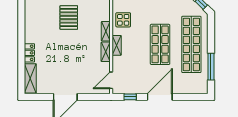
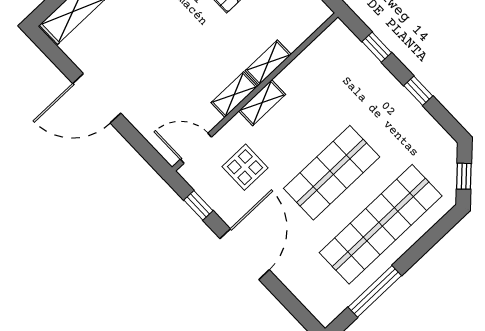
display table: (123, 20) -> (245, 167), moved
door: (160, 97) -> (245, 254), hinge flipped

